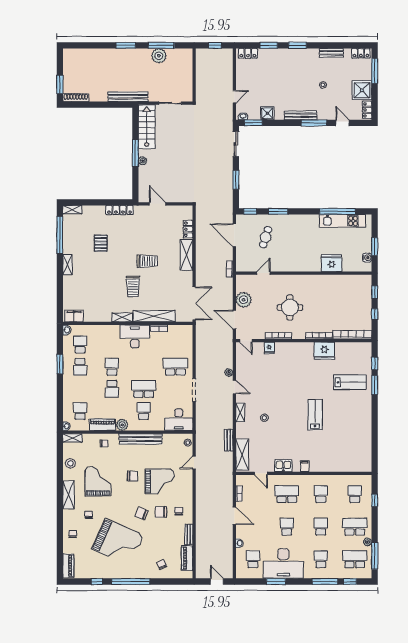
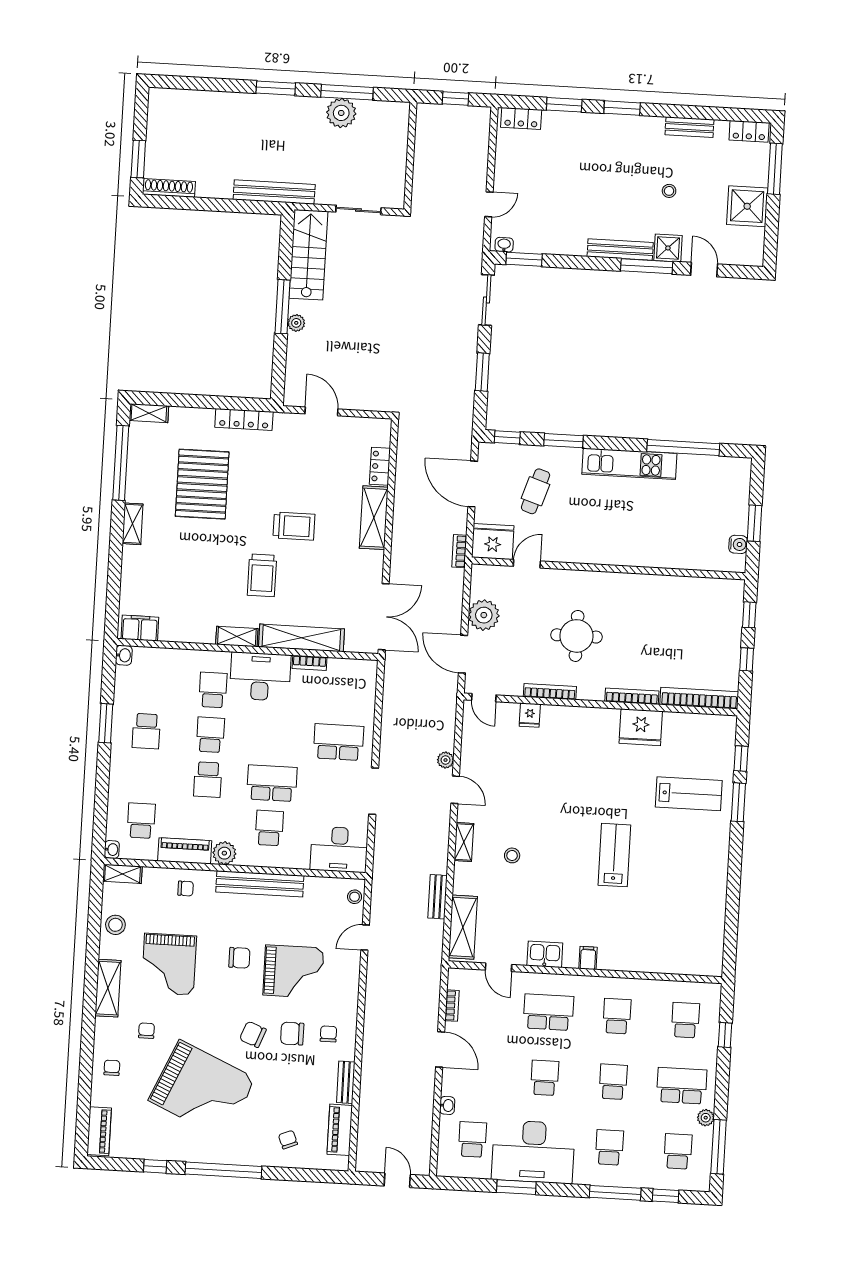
locker: (367, 110) -> (755, 246), removed
shower: (267, 113) -> (668, 248), moved
kitchen unit: (342, 221) -> (629, 464), moved
pallet: (101, 243) -> (202, 484), width x2.05, depth x2.00
fridge: (332, 263) -> (493, 542), moved
school desk: (80, 345) -> (213, 690), moved
grand piano: (98, 481) -> (169, 964), turned 180
school desk: (355, 559) -> (678, 1151), width x0.54

